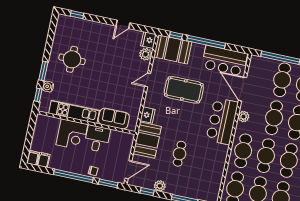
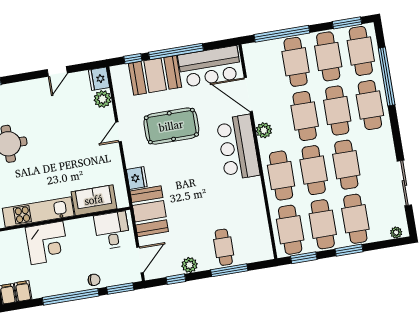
booth: (173, 49) -> (155, 75), moved
desk: (97, 139) -> (112, 230), moved
cafe table: (180, 154) -> (224, 247), moved

